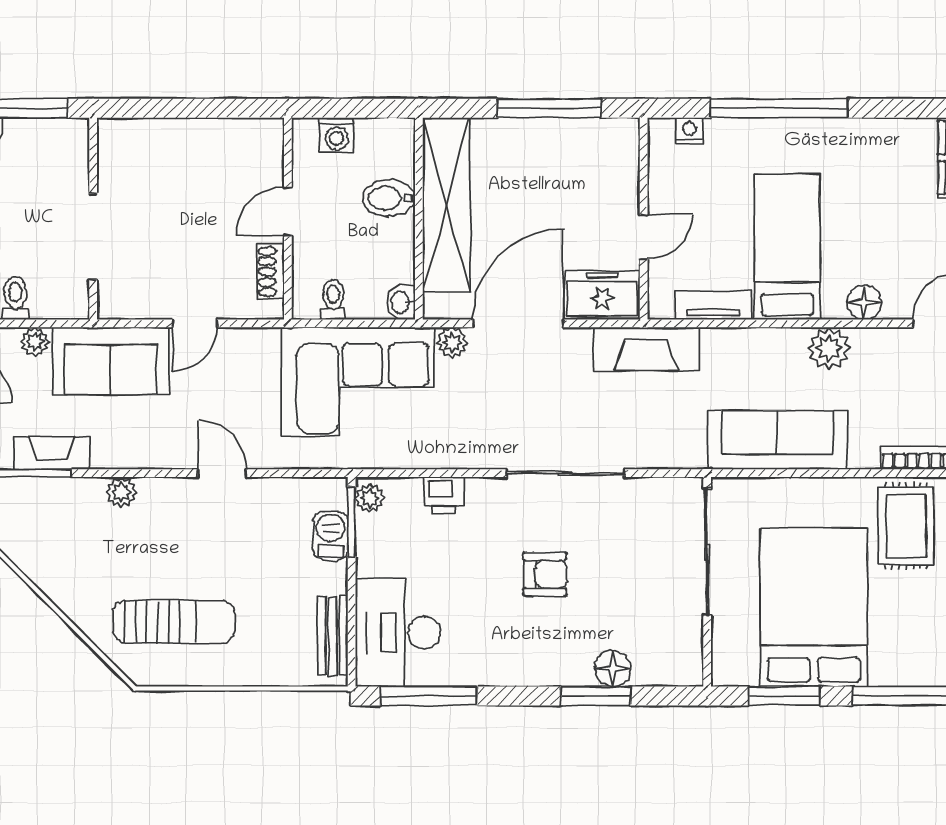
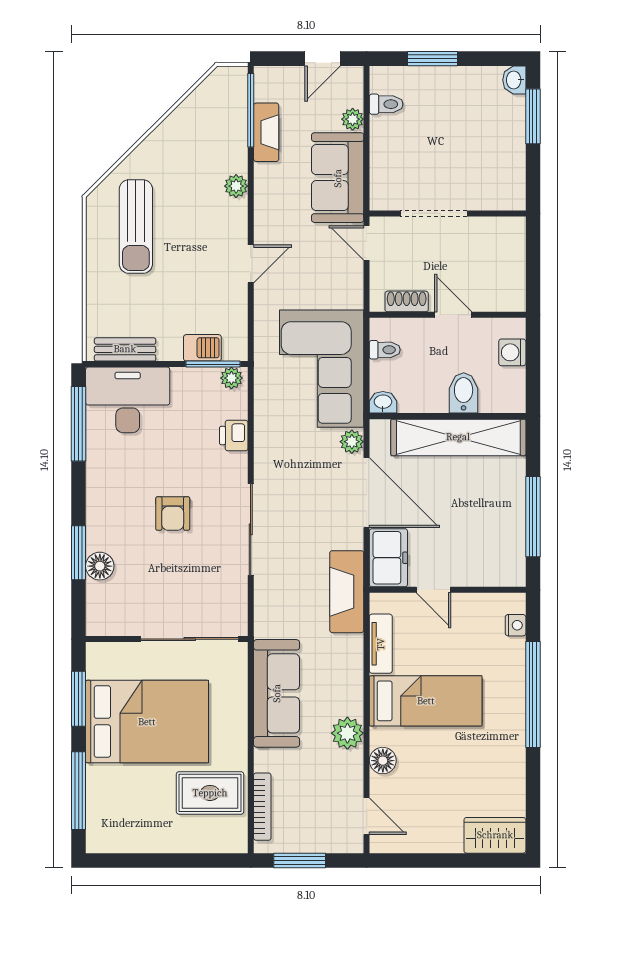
wall: (93, 219) -> (448, 213), moved
doorway: (93, 237) -> (434, 213), moved

